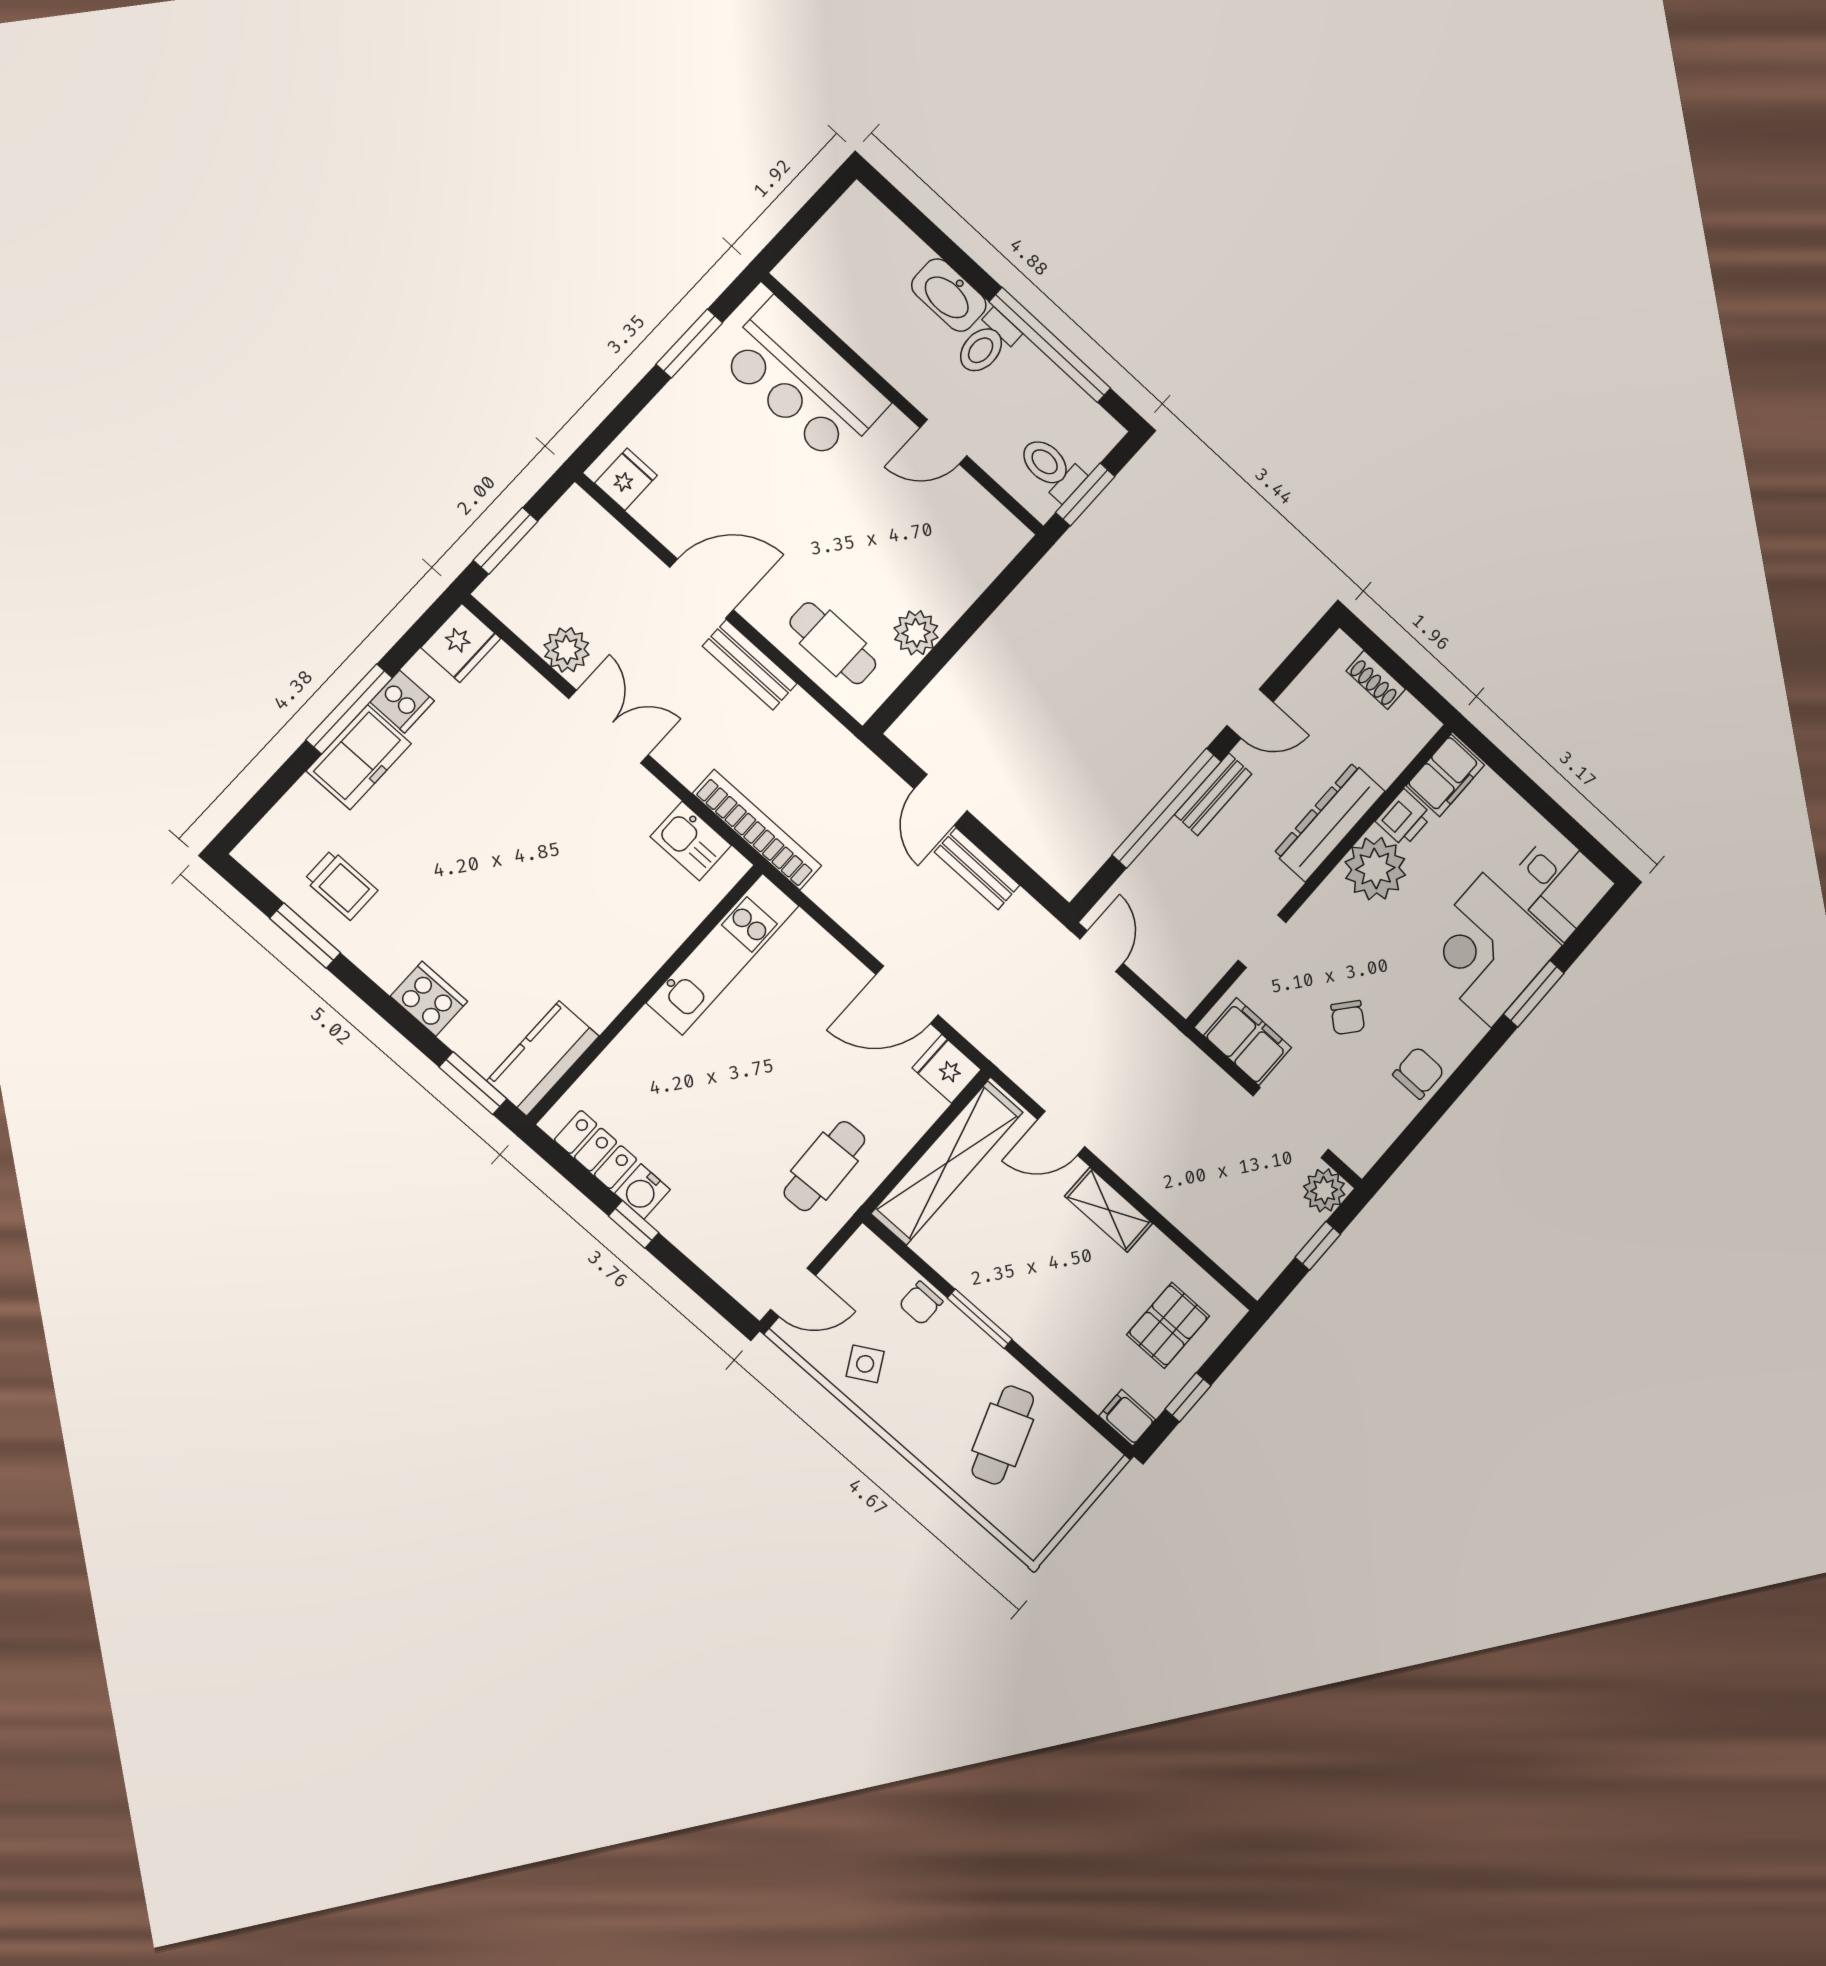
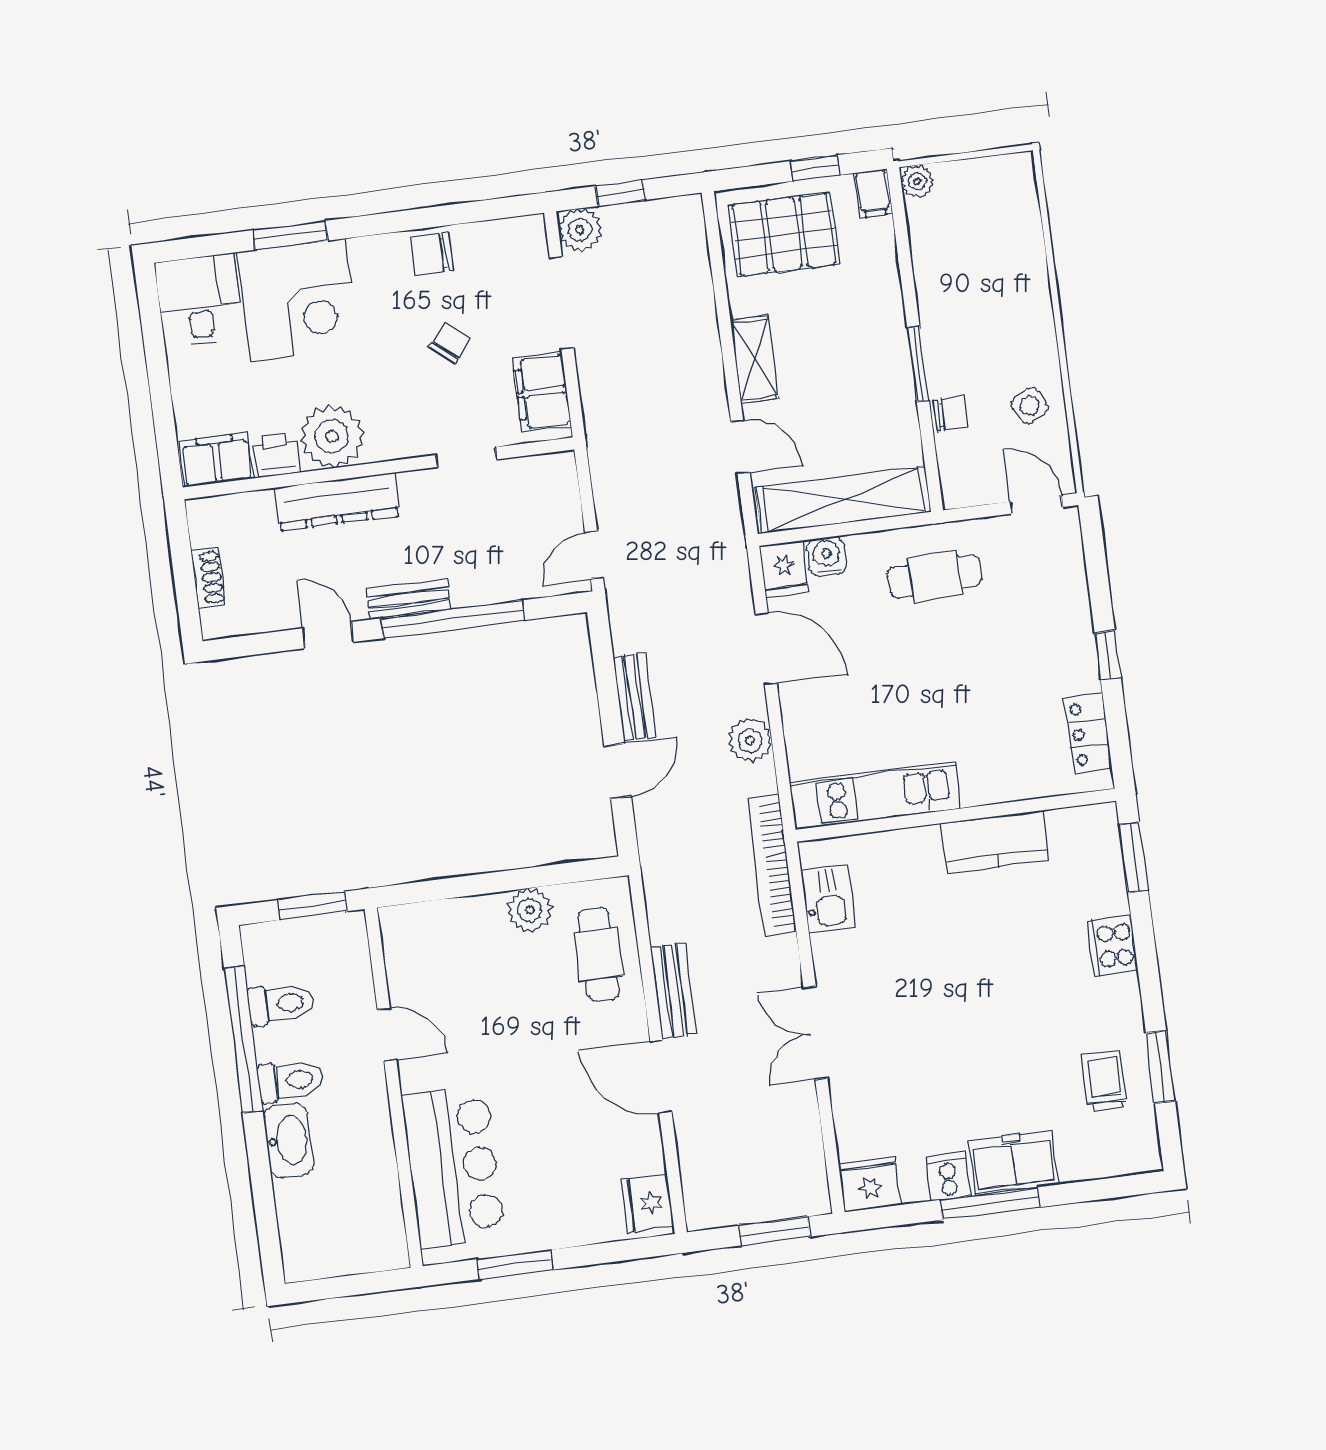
toilet: (1051, 468) -> (281, 1004), moved, turned -90
fridge: (626, 479) -> (648, 1203), width x1.38
plant: (567, 650) -> (750, 740), moved
kitchen counter: (543, 1058) -> (995, 842), moved
water cooler: (642, 1191) -> (827, 556), moved, turned -90
pallet: (1168, 1325) -> (784, 234), width x1.50, depth x1.42
cafe table: (1003, 1435) -> (975, 264), removed
plant: (1101, 1458) -> (917, 182), added

